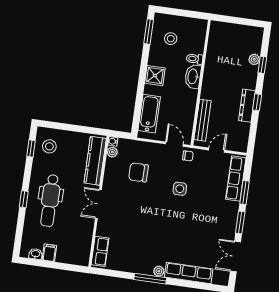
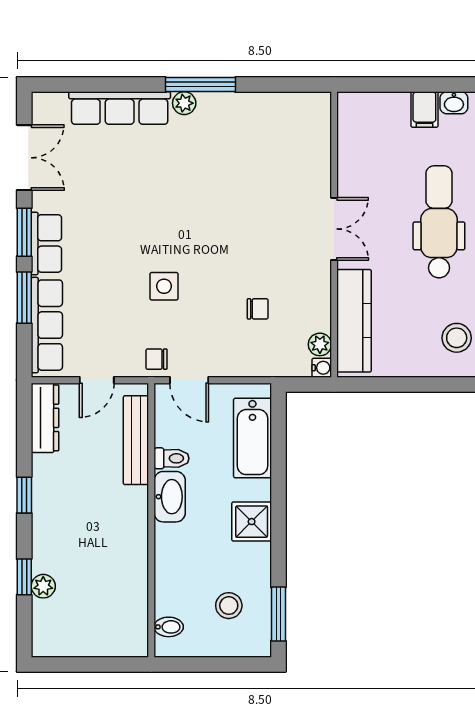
bidet: (200, 33) -> (169, 627), added
toilet: (195, 59) -> (172, 458), moved
washbasin: (193, 76) -> (170, 497), moved
dresser: (247, 106) -> (45, 418), moved
chair: (138, 172) -> (258, 309), width x0.54, depth x0.54
row of seats: (100, 251) -> (46, 243), moved, turned 180

